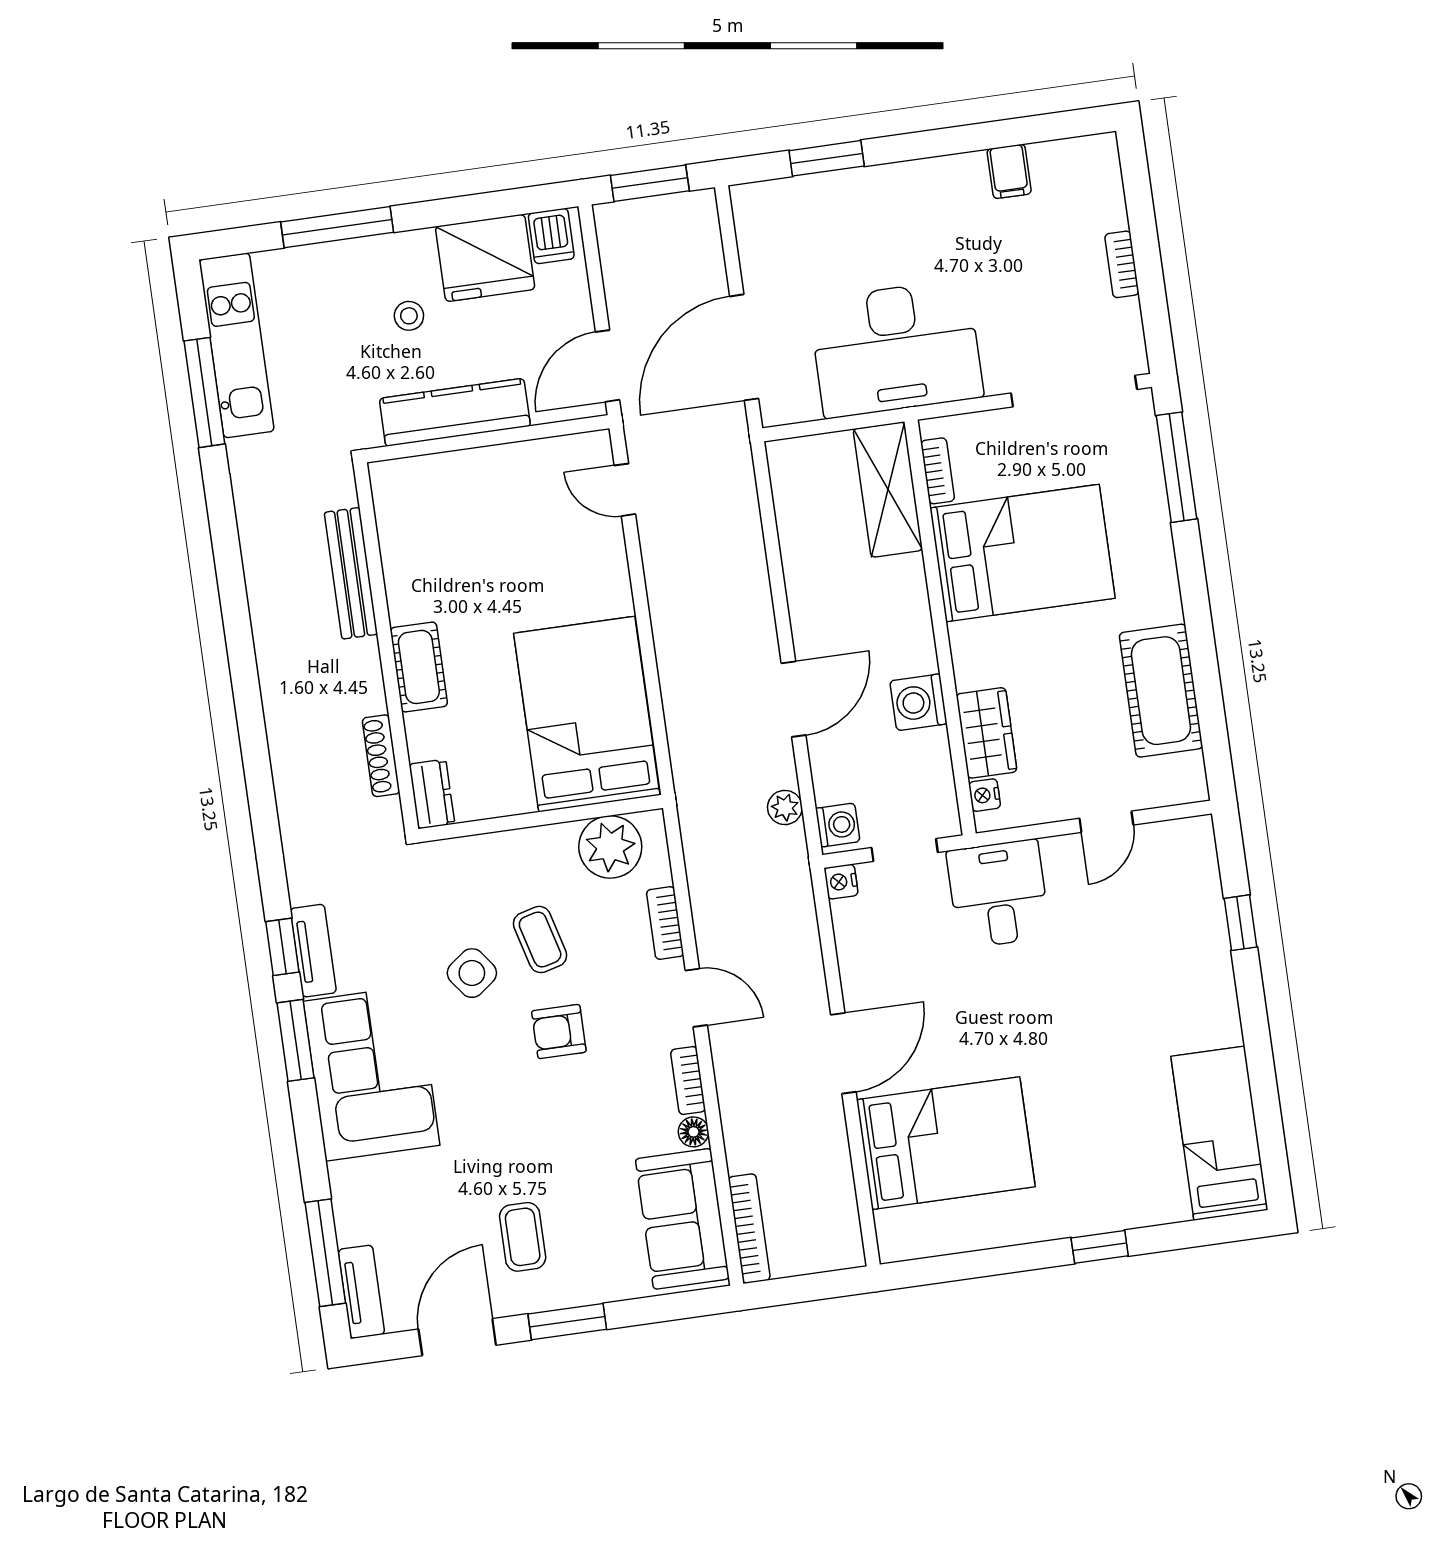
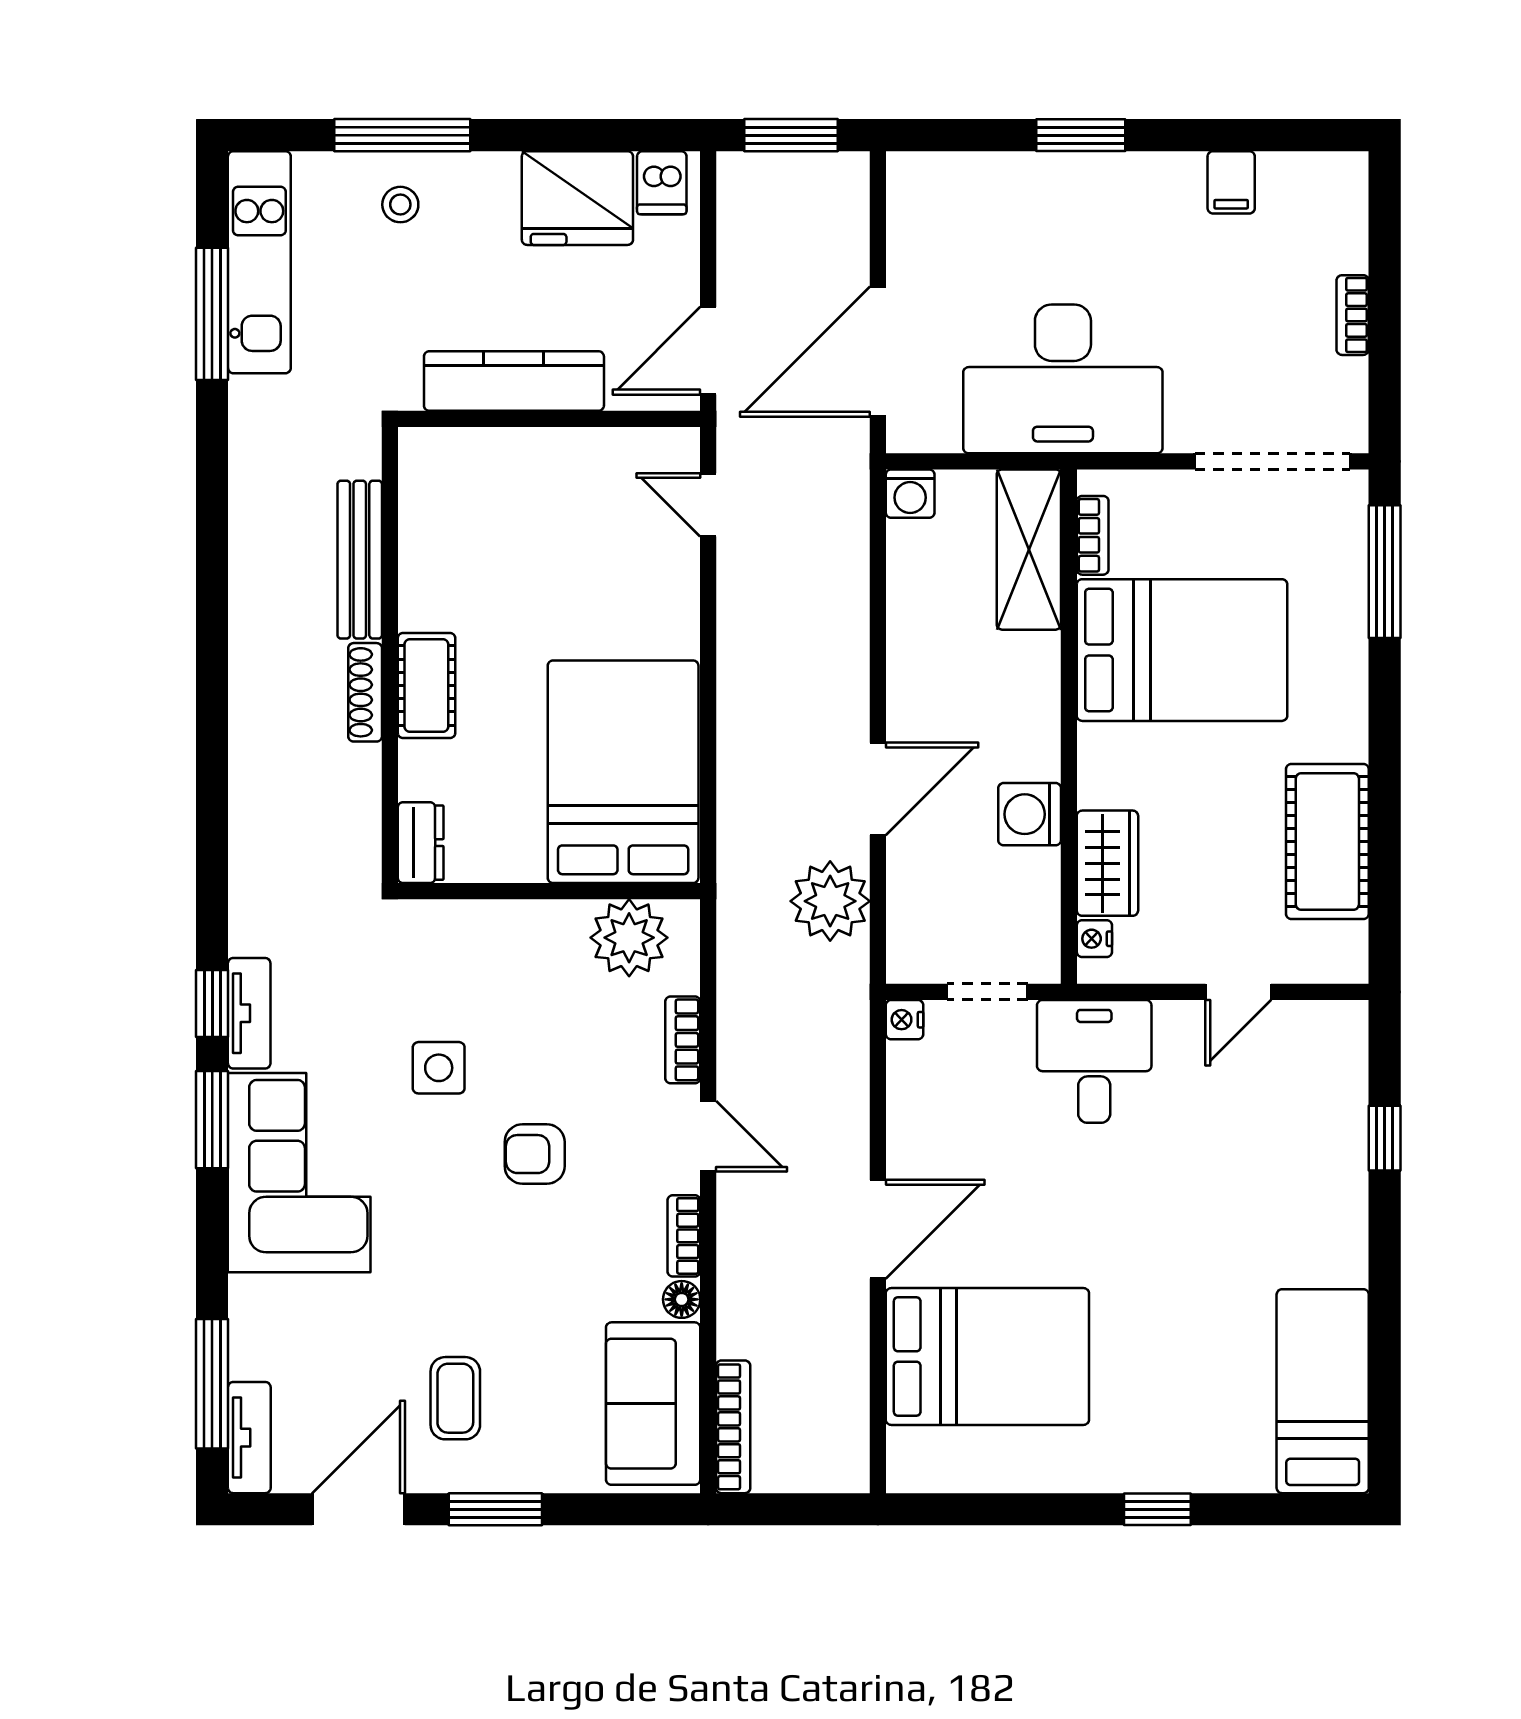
window: (827, 158) -> (1081, 135), moved
stool: (409, 316) -> (400, 205), moved
shoe rack: (381, 756) -> (365, 692), moved
plant: (785, 807) -> (830, 901), width x1.88, depth x1.88
washing machine: (838, 825) -> (910, 494), moved, turned 90
coffee table: (540, 939) -> (528, 1039), removed
side table: (472, 973) -> (439, 1068), turned 37

